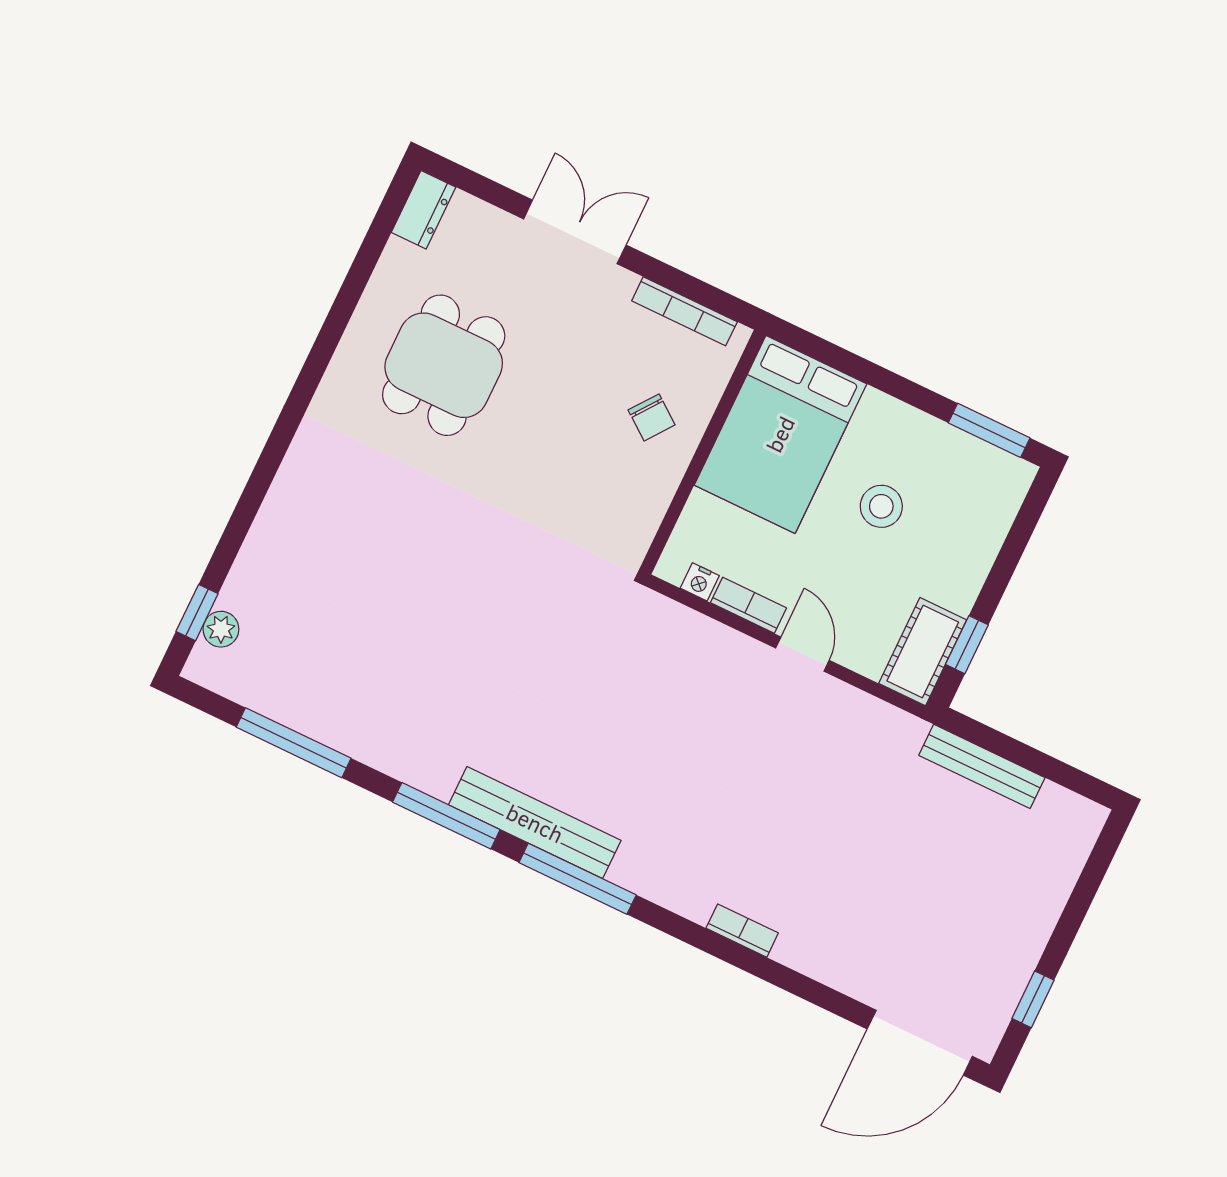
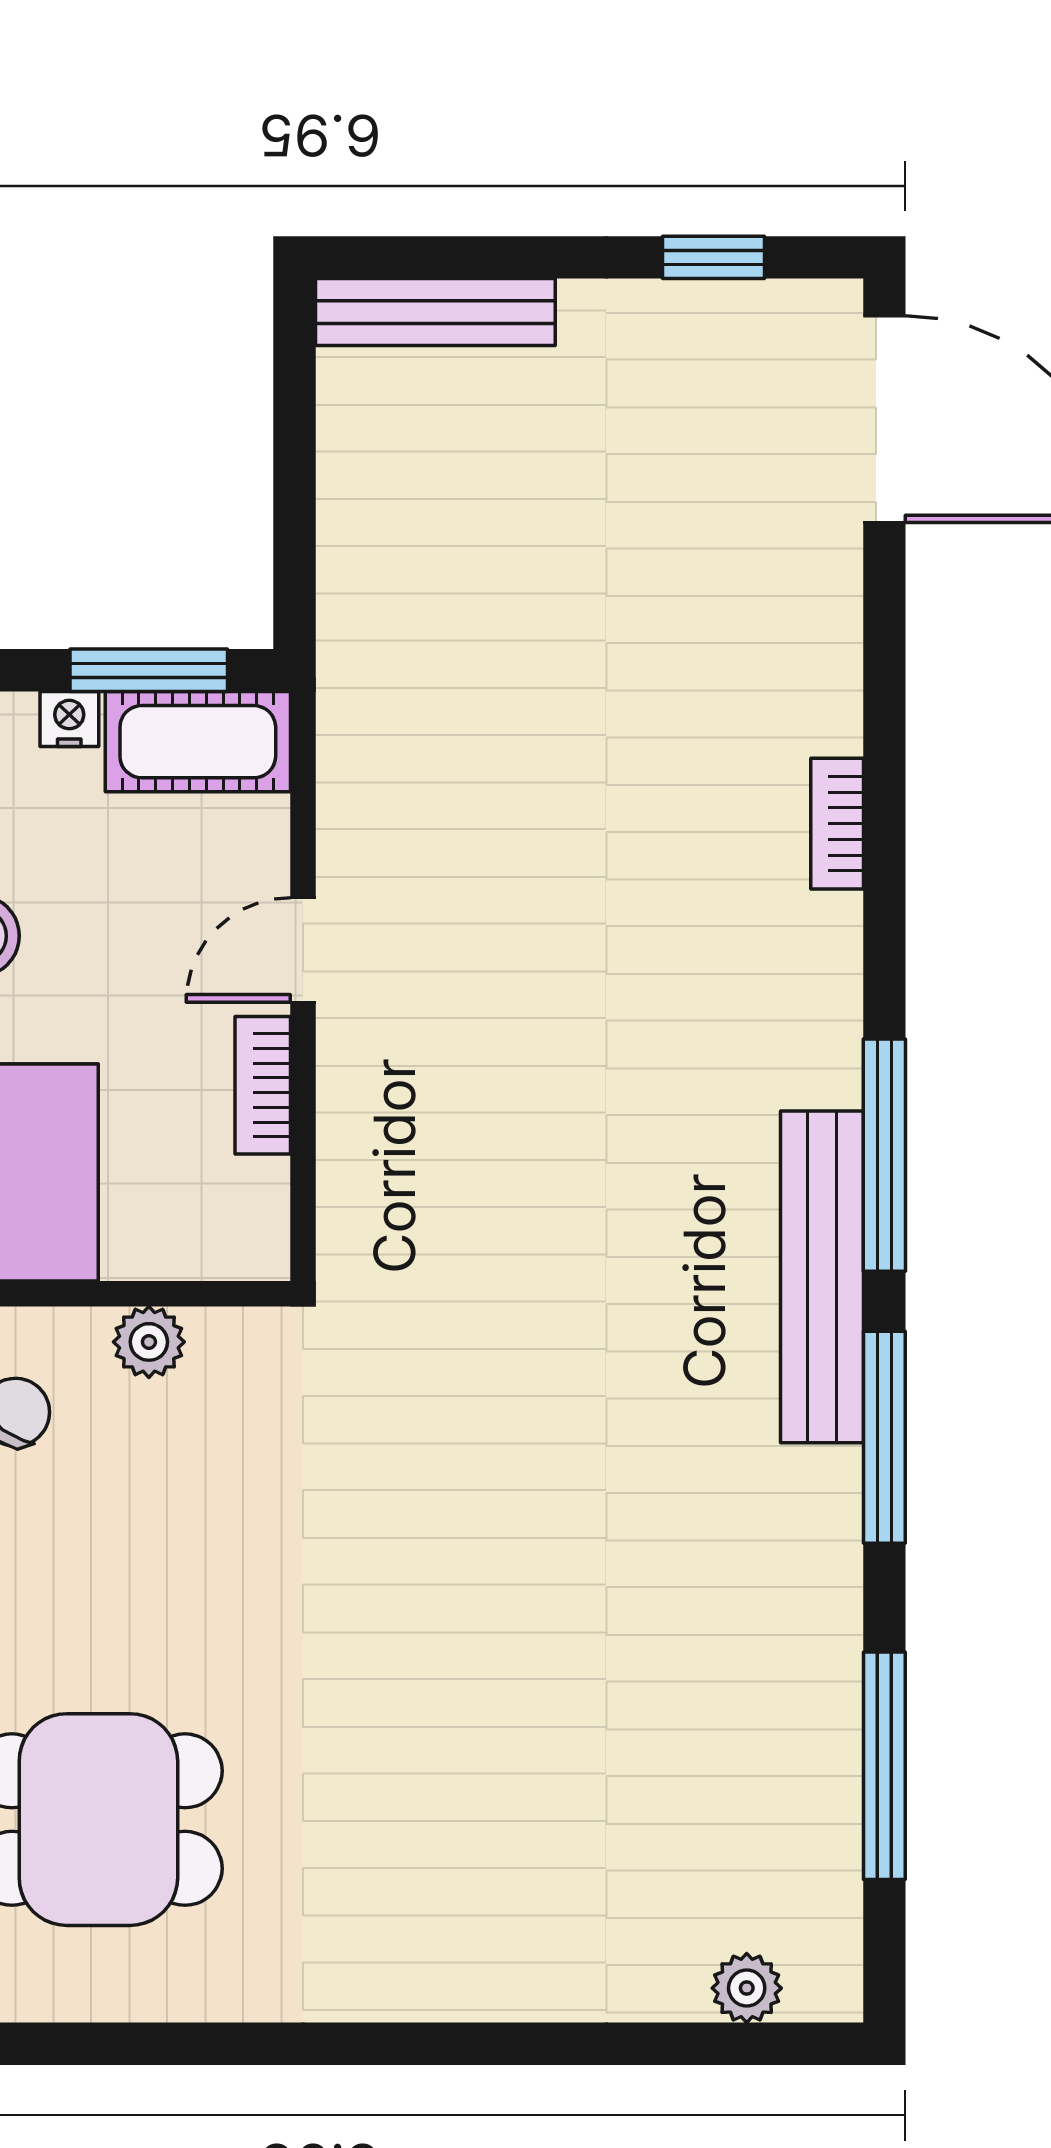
plant: (654, 495) -> (149, 1342), added
nightstand: (700, 582) -> (69, 719), moved, turned -90
window: (197, 613) -> (738, 2044), removed
window: (967, 645) -> (149, 670), width x1.50
bench: (982, 766) -> (435, 312), moved, turned 90

